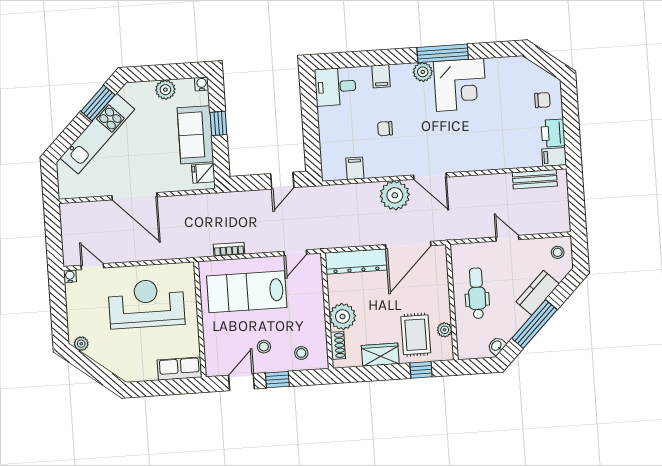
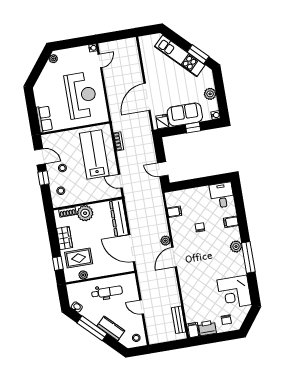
corner desk: (460, 85) -> (234, 292), moved
plant: (395, 195) -> (165, 241), width x0.53, depth x0.53
door: (135, 196) -> (147, 97), moved
door: (507, 238) -> (142, 307), swing flipped

